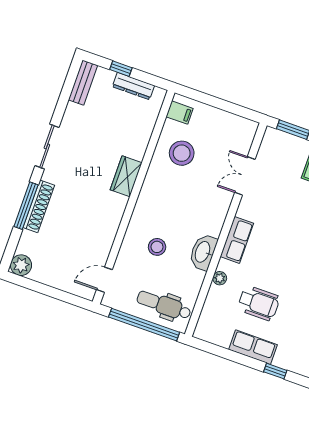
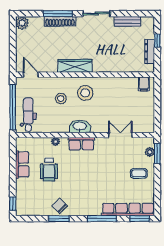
bench: (83, 83) -> (127, 21), moved
plant: (286, 140) -> (150, 152), added
stool: (182, 153) -> (85, 93), moved
wardrobe: (126, 176) -> (75, 66), moved, width x1.50
washbasin: (203, 252) -> (80, 126), moved
row of seats: (253, 347) -> (22, 165), moved
window: (275, 371) -> (13, 204), moved

